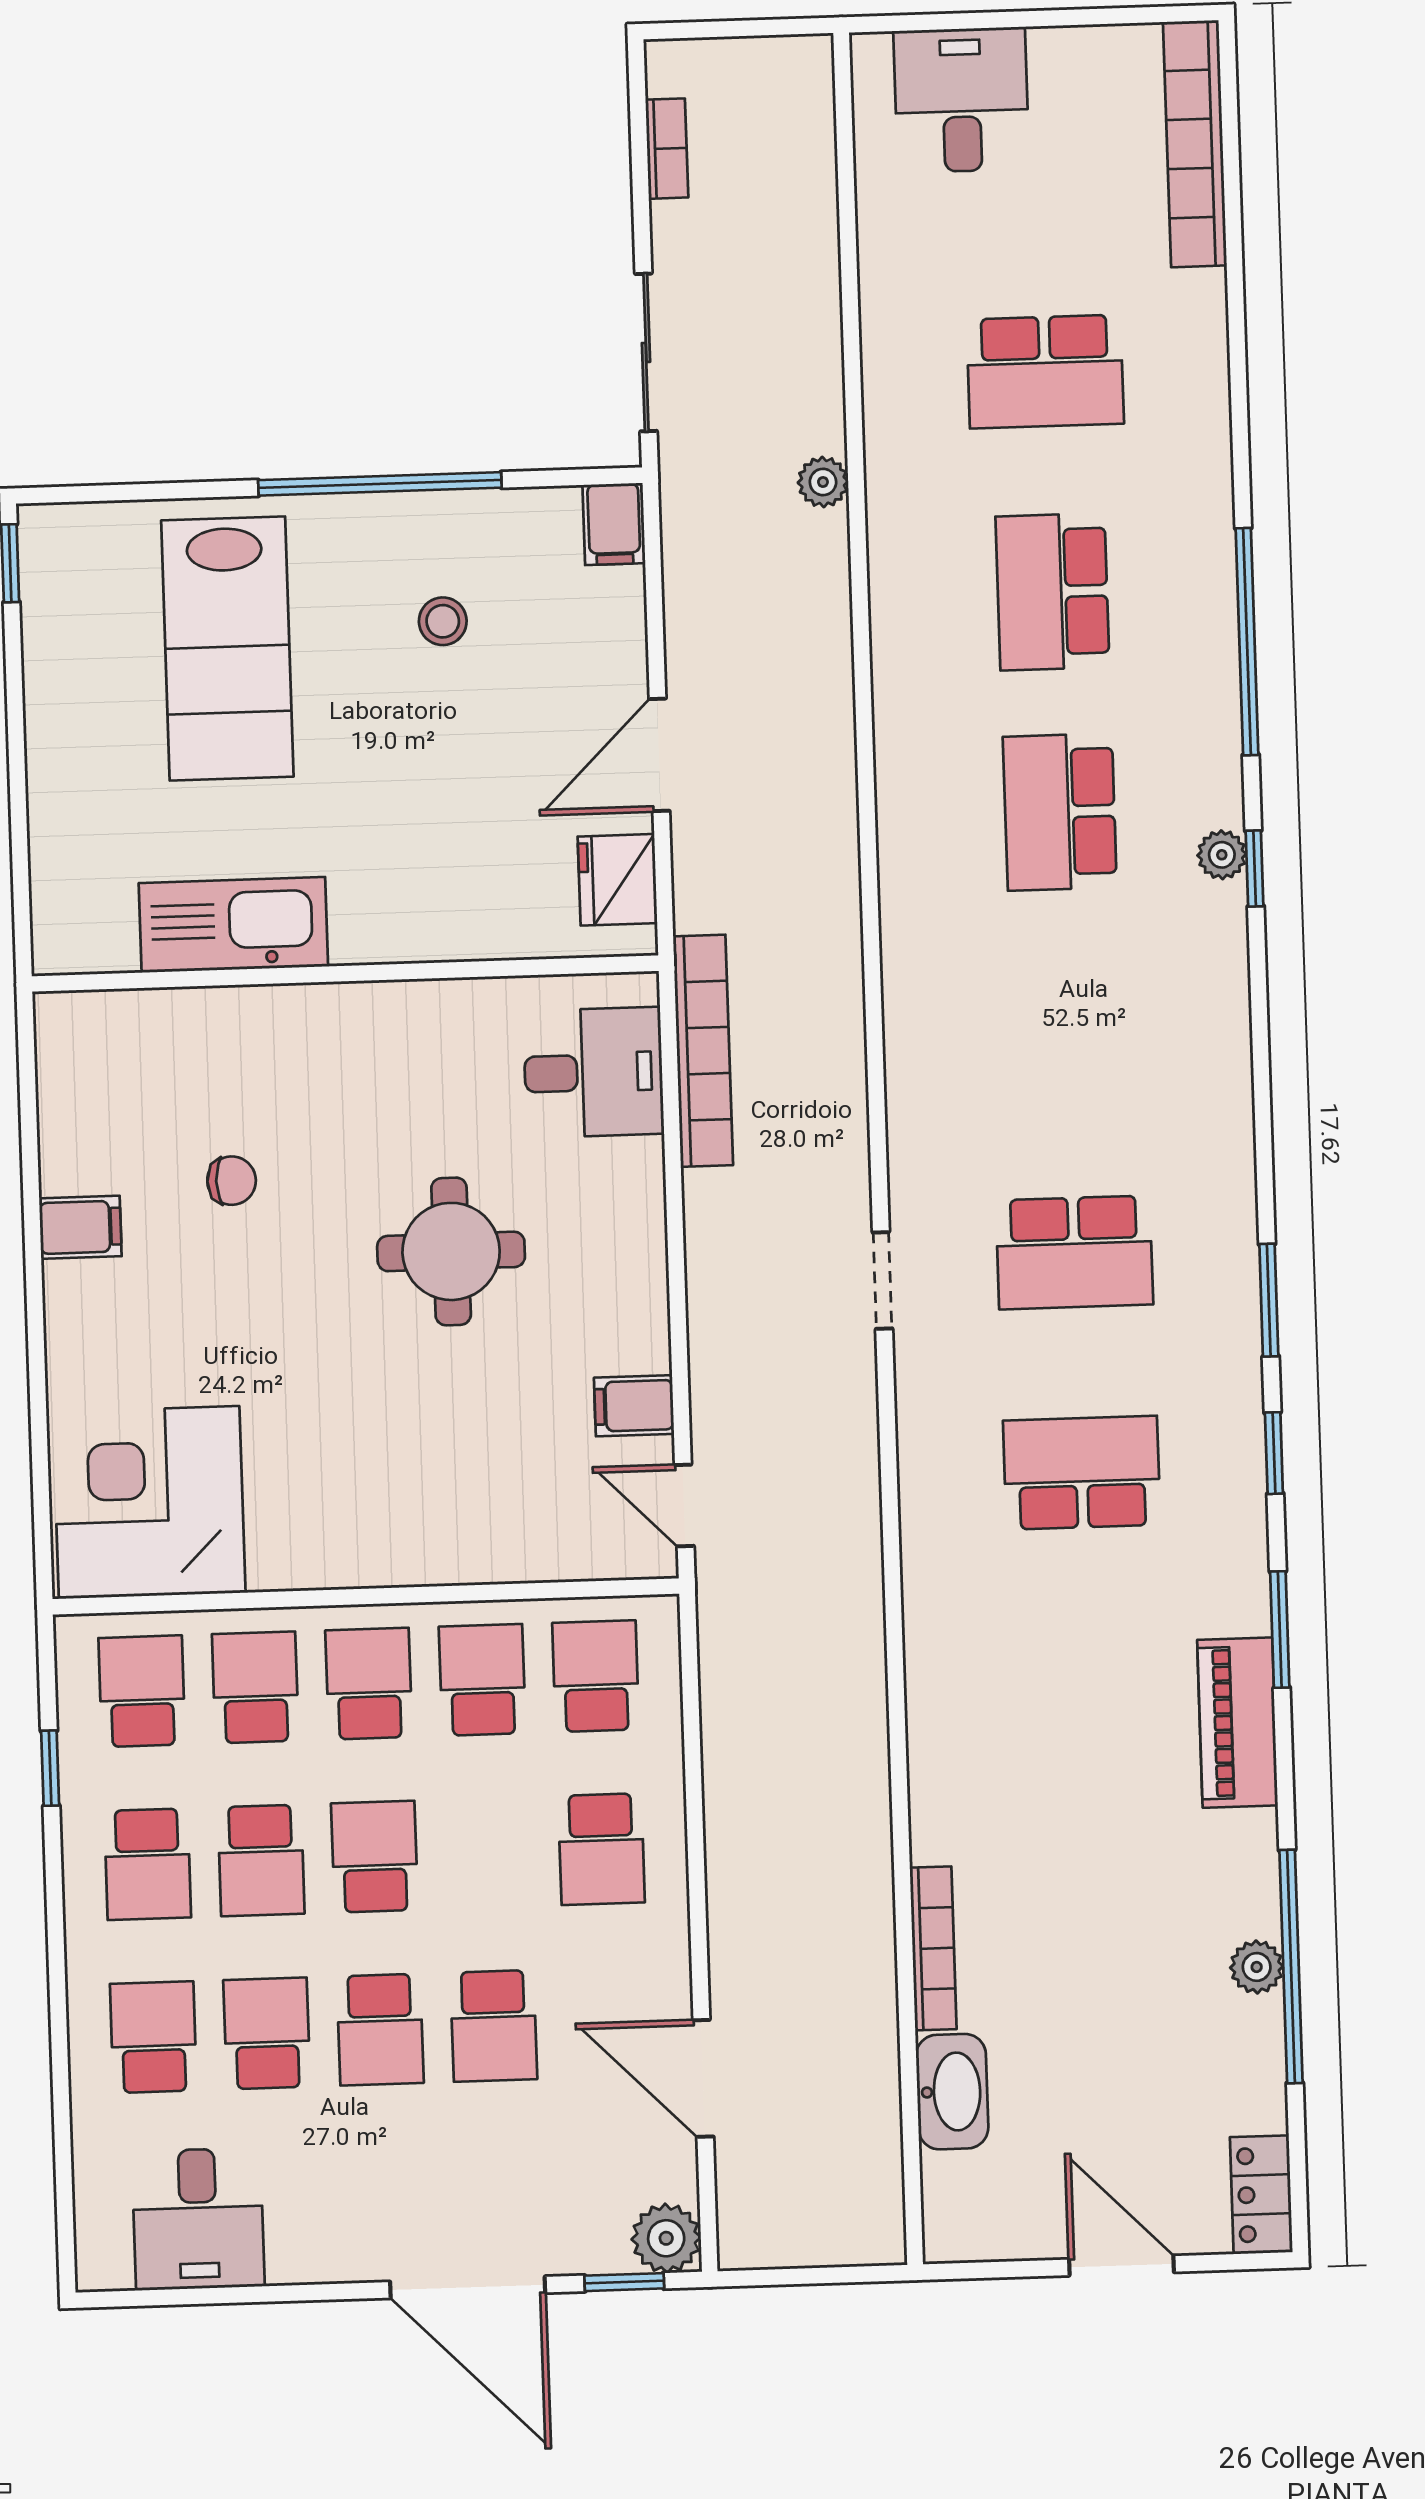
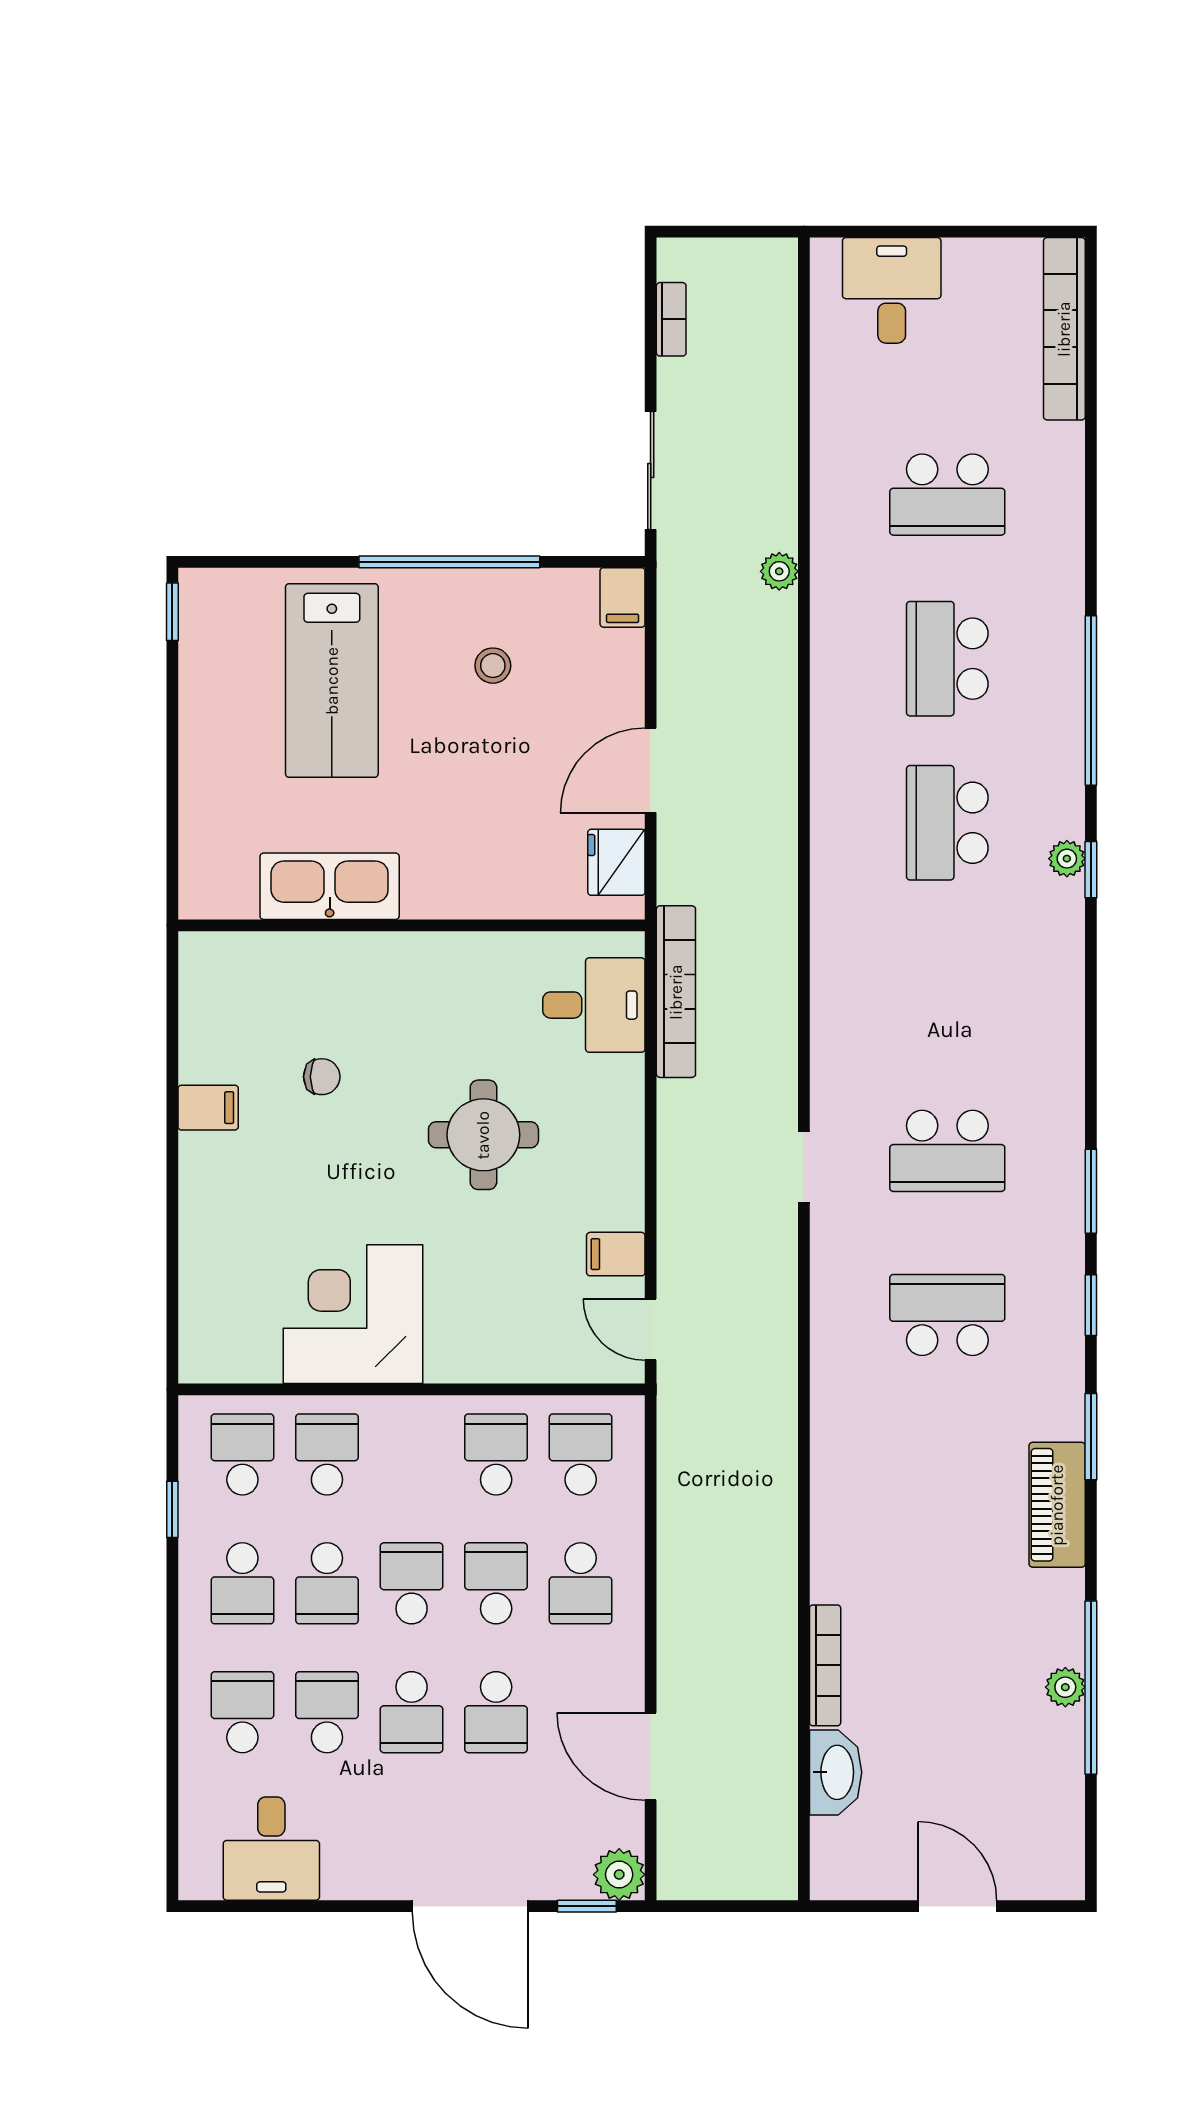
corner desk: (149, 1502) -> (353, 1314), moved
school desk: (369, 1684) -> (496, 1583), moved
locker: (1261, 2195) -> (1063, 1857), removed

